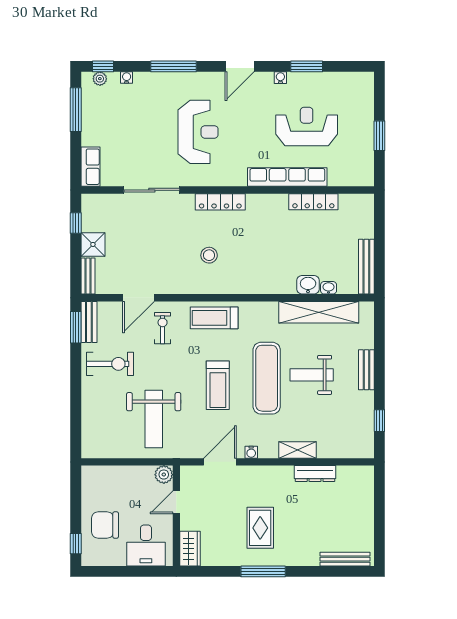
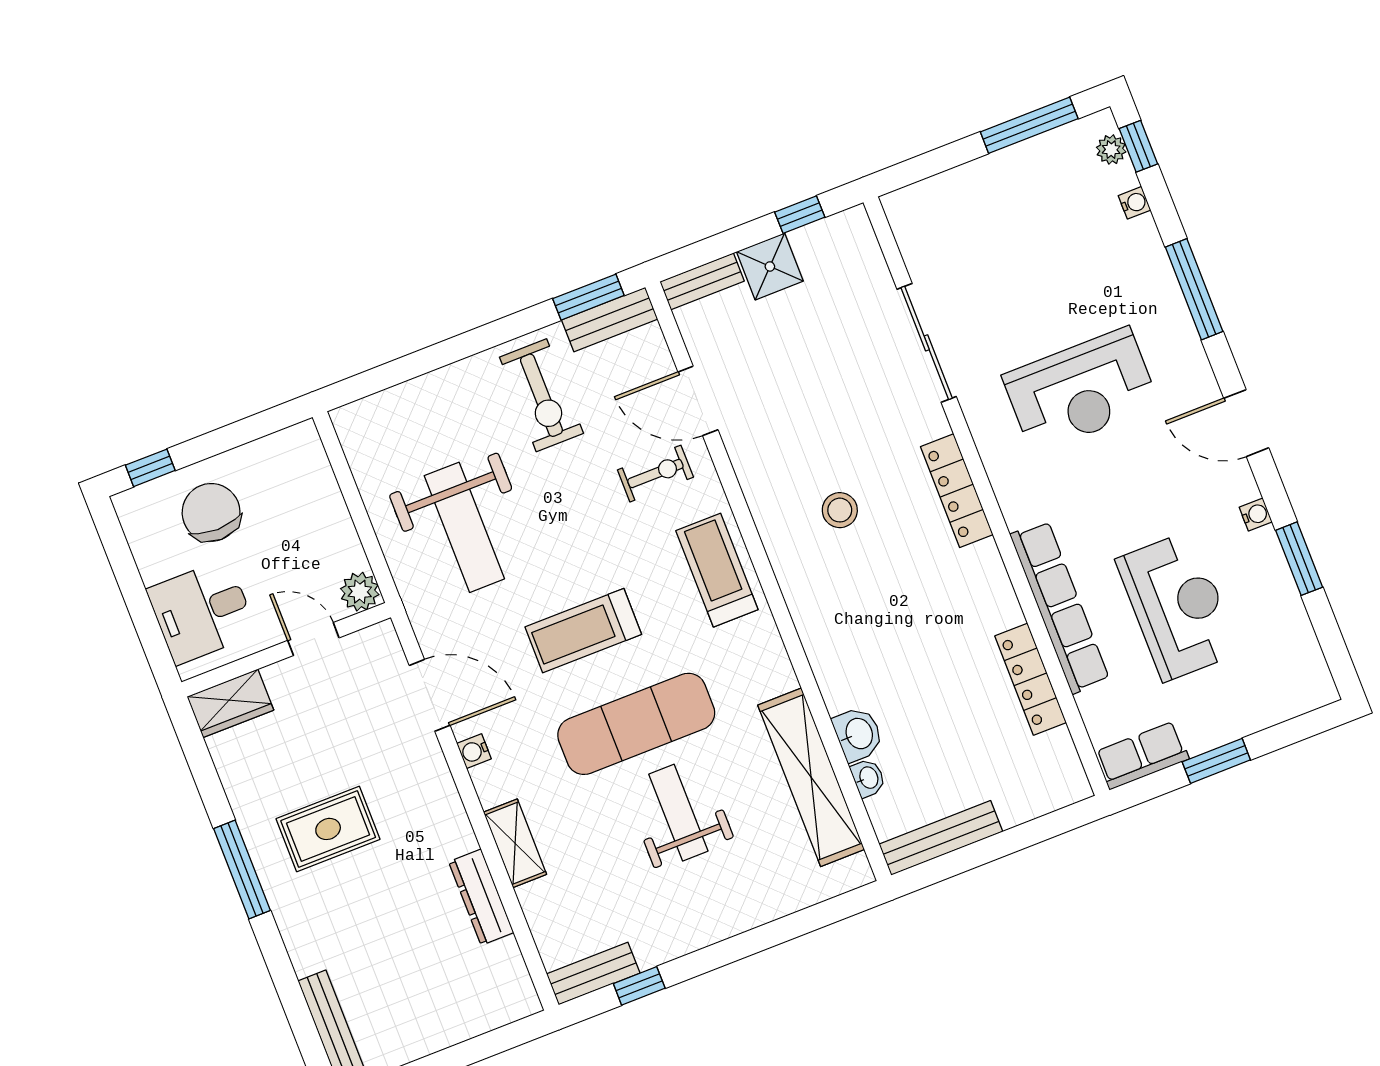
row of seats: (90, 167) -> (1142, 755), moved, turned 180
bench: (366, 370) -> (593, 974), moved
weight bench: (154, 419) -> (464, 527), turned -90

